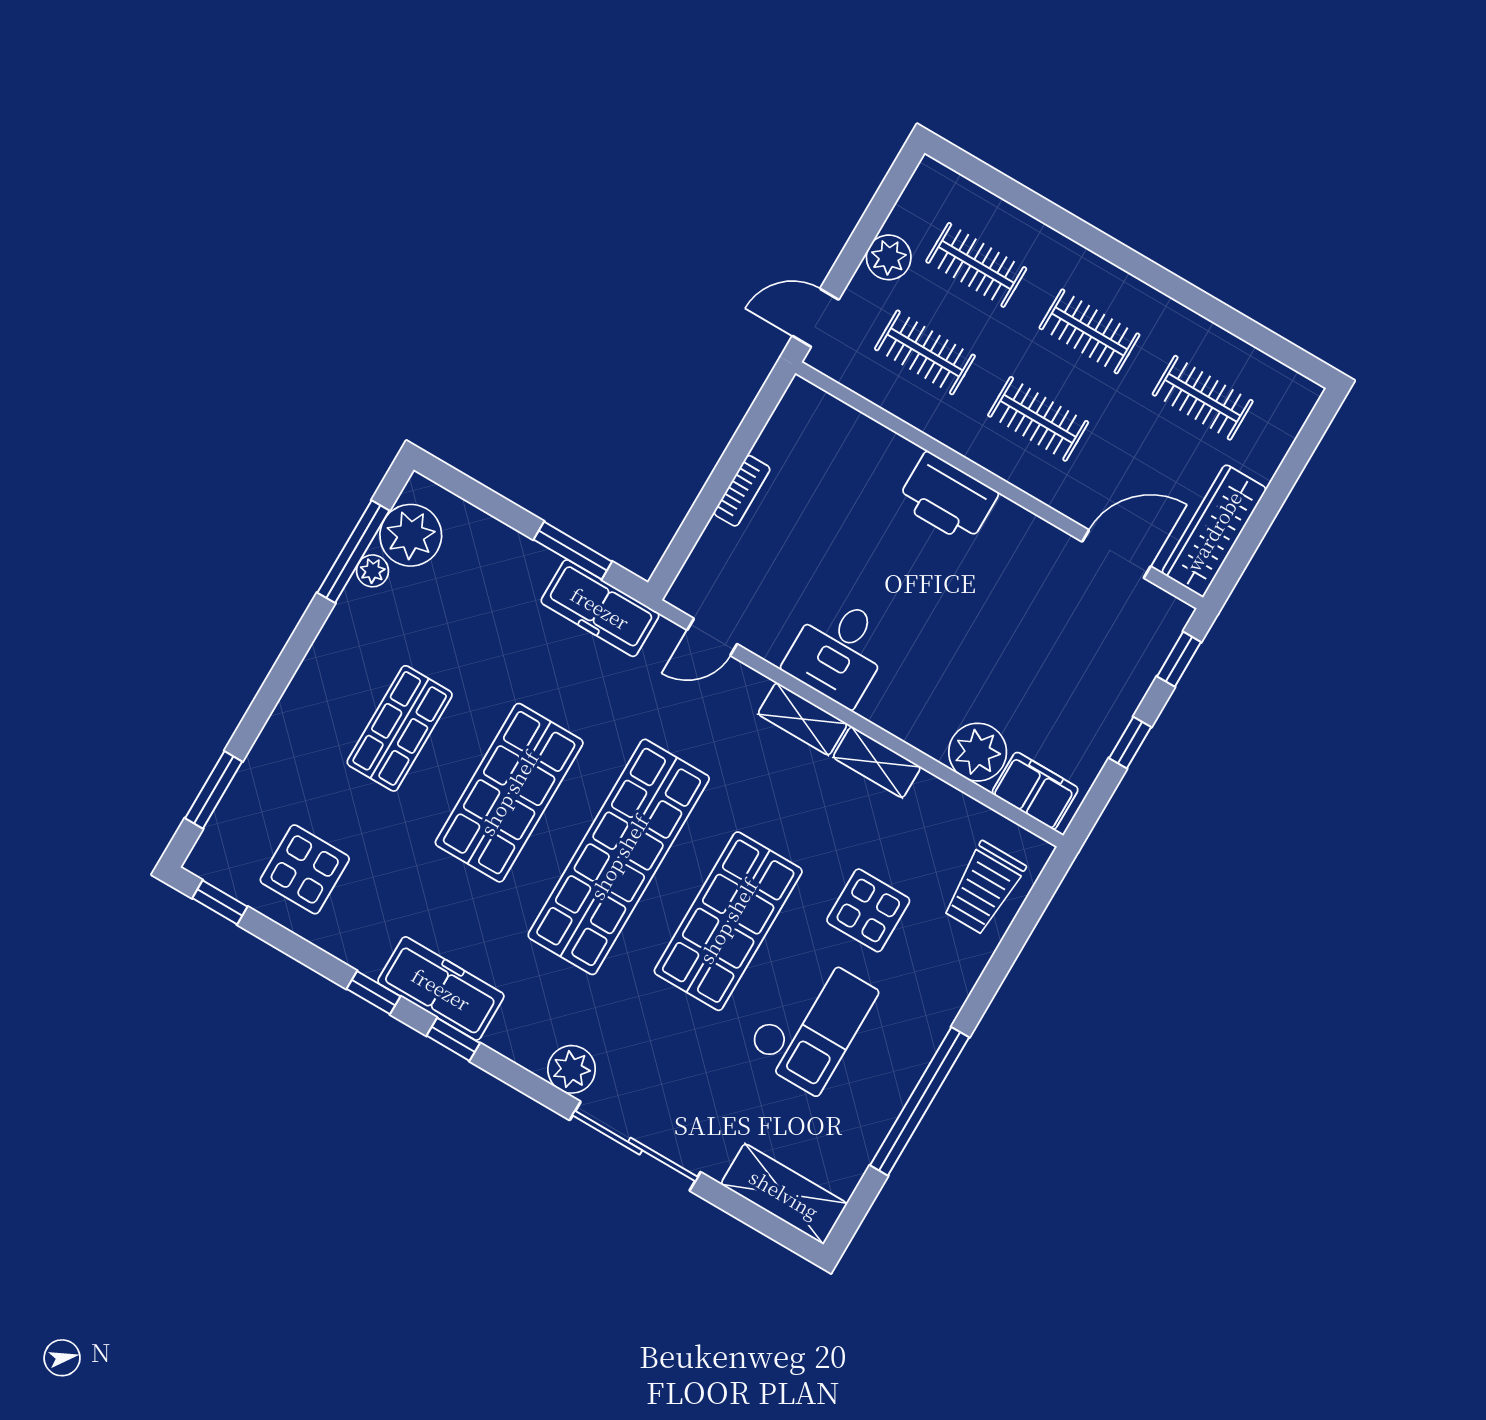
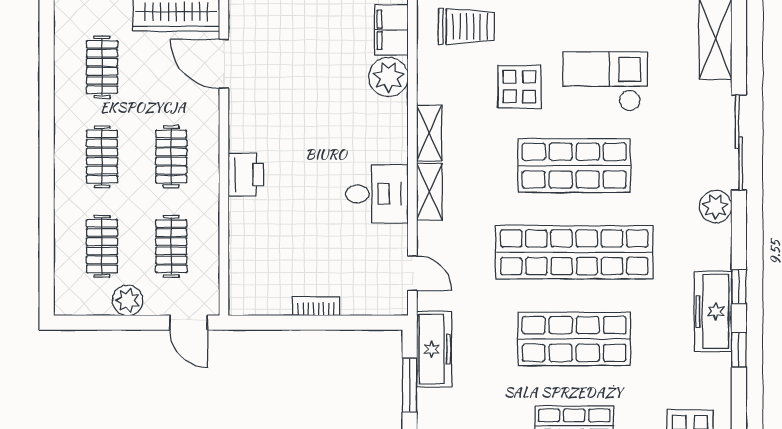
printer: (948, 498) -> (246, 175), width x0.73, depth x0.84

